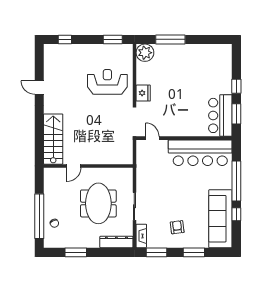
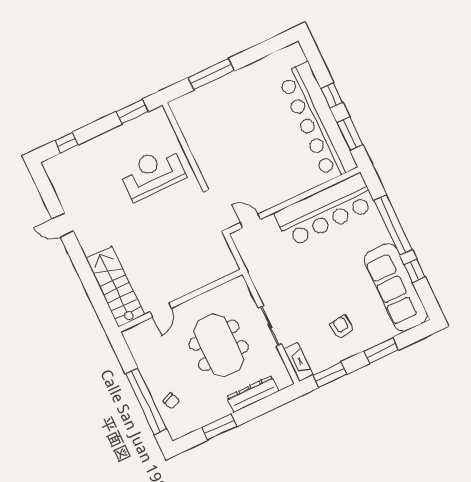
plant: (145, 53) -> (185, 109), removed
fridge: (143, 93) -> (209, 165), removed
bar counter: (220, 115) -> (317, 121), width x1.86
dresser: (116, 242) -> (253, 394), moved

